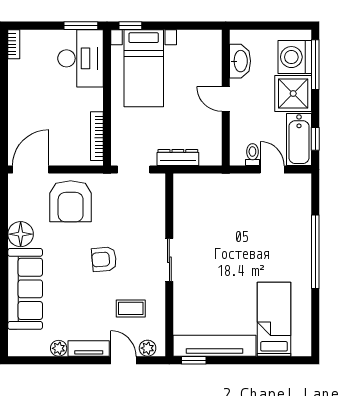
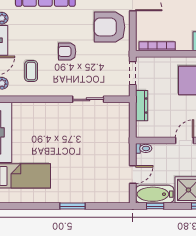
toilet: (252, 155) -> (144, 148), moved
window: (315, 252) -> (73, 206), width x0.47
armchair: (104, 259) -> (67, 51), turned -85
sliding door: (169, 260) -> (88, 99), moved

